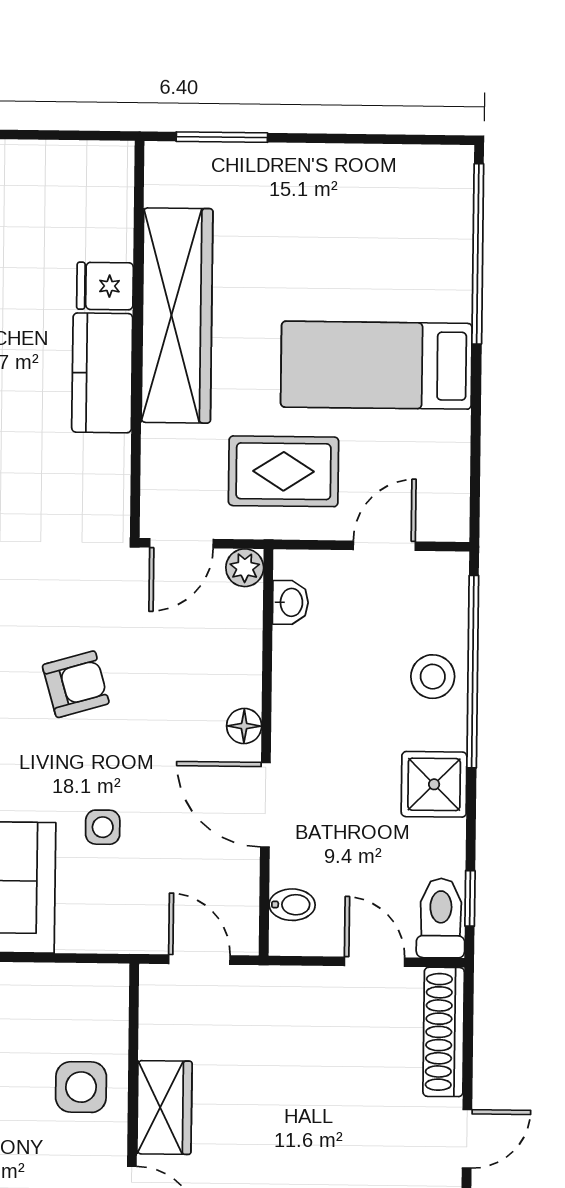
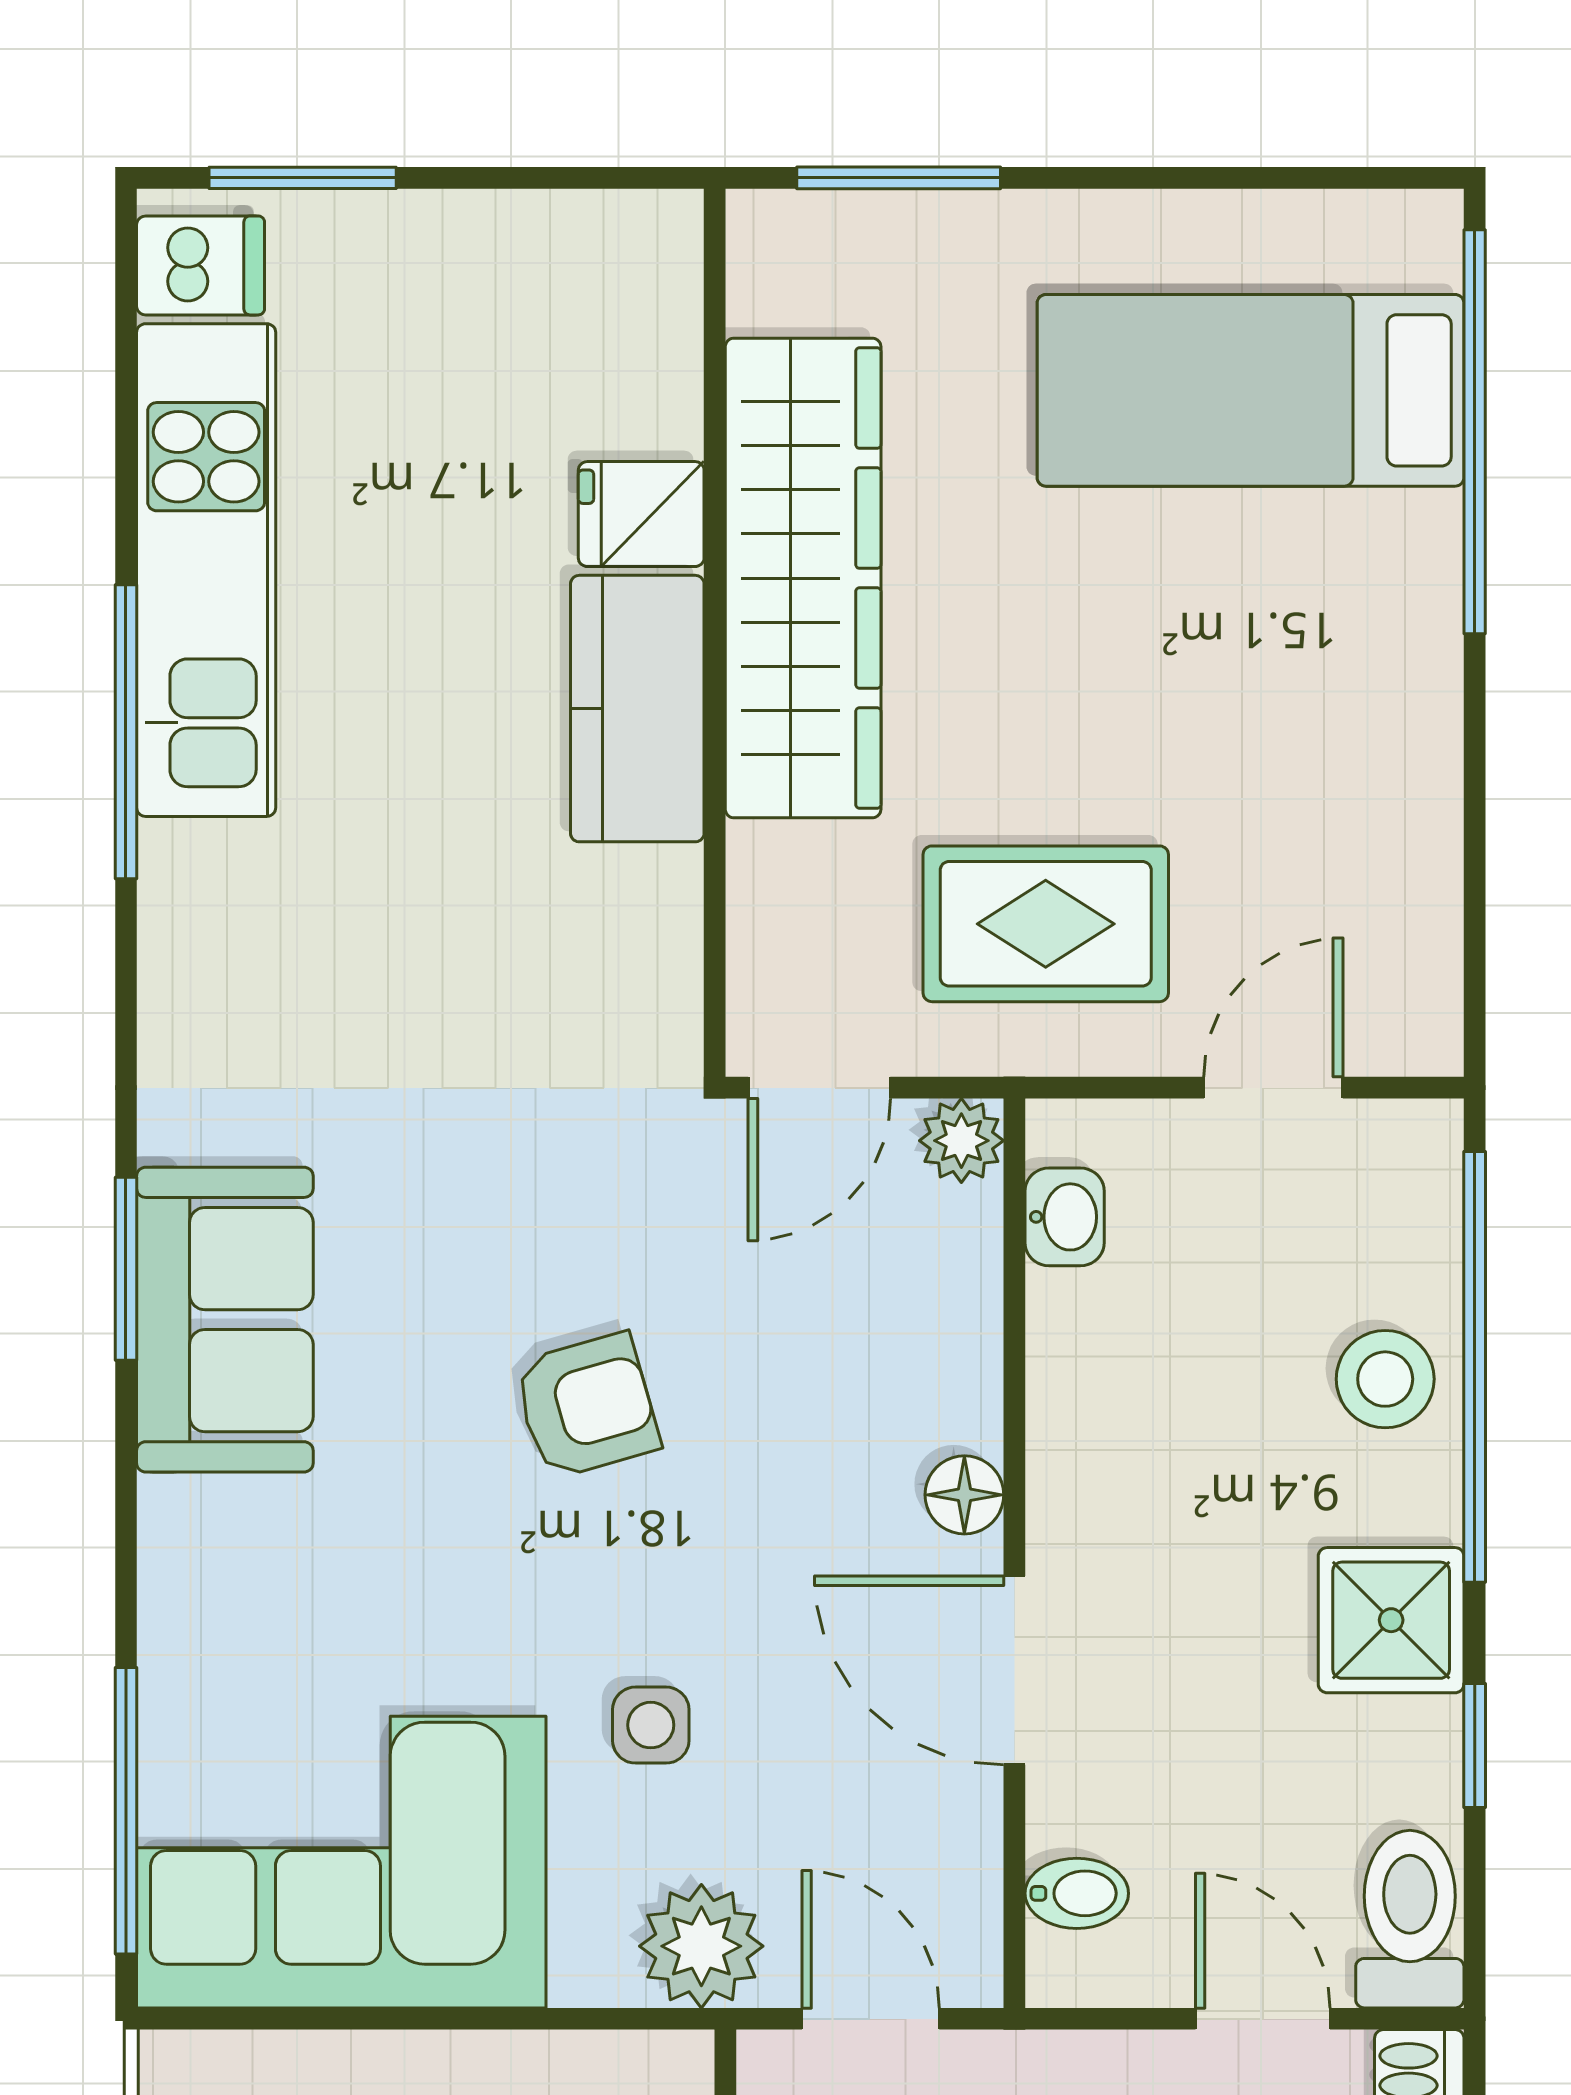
bed: (376, 365) -> (1251, 390), moved
window: (470, 898) -> (1475, 1745), moved
plant: (124, 926) -> (701, 1946), added

